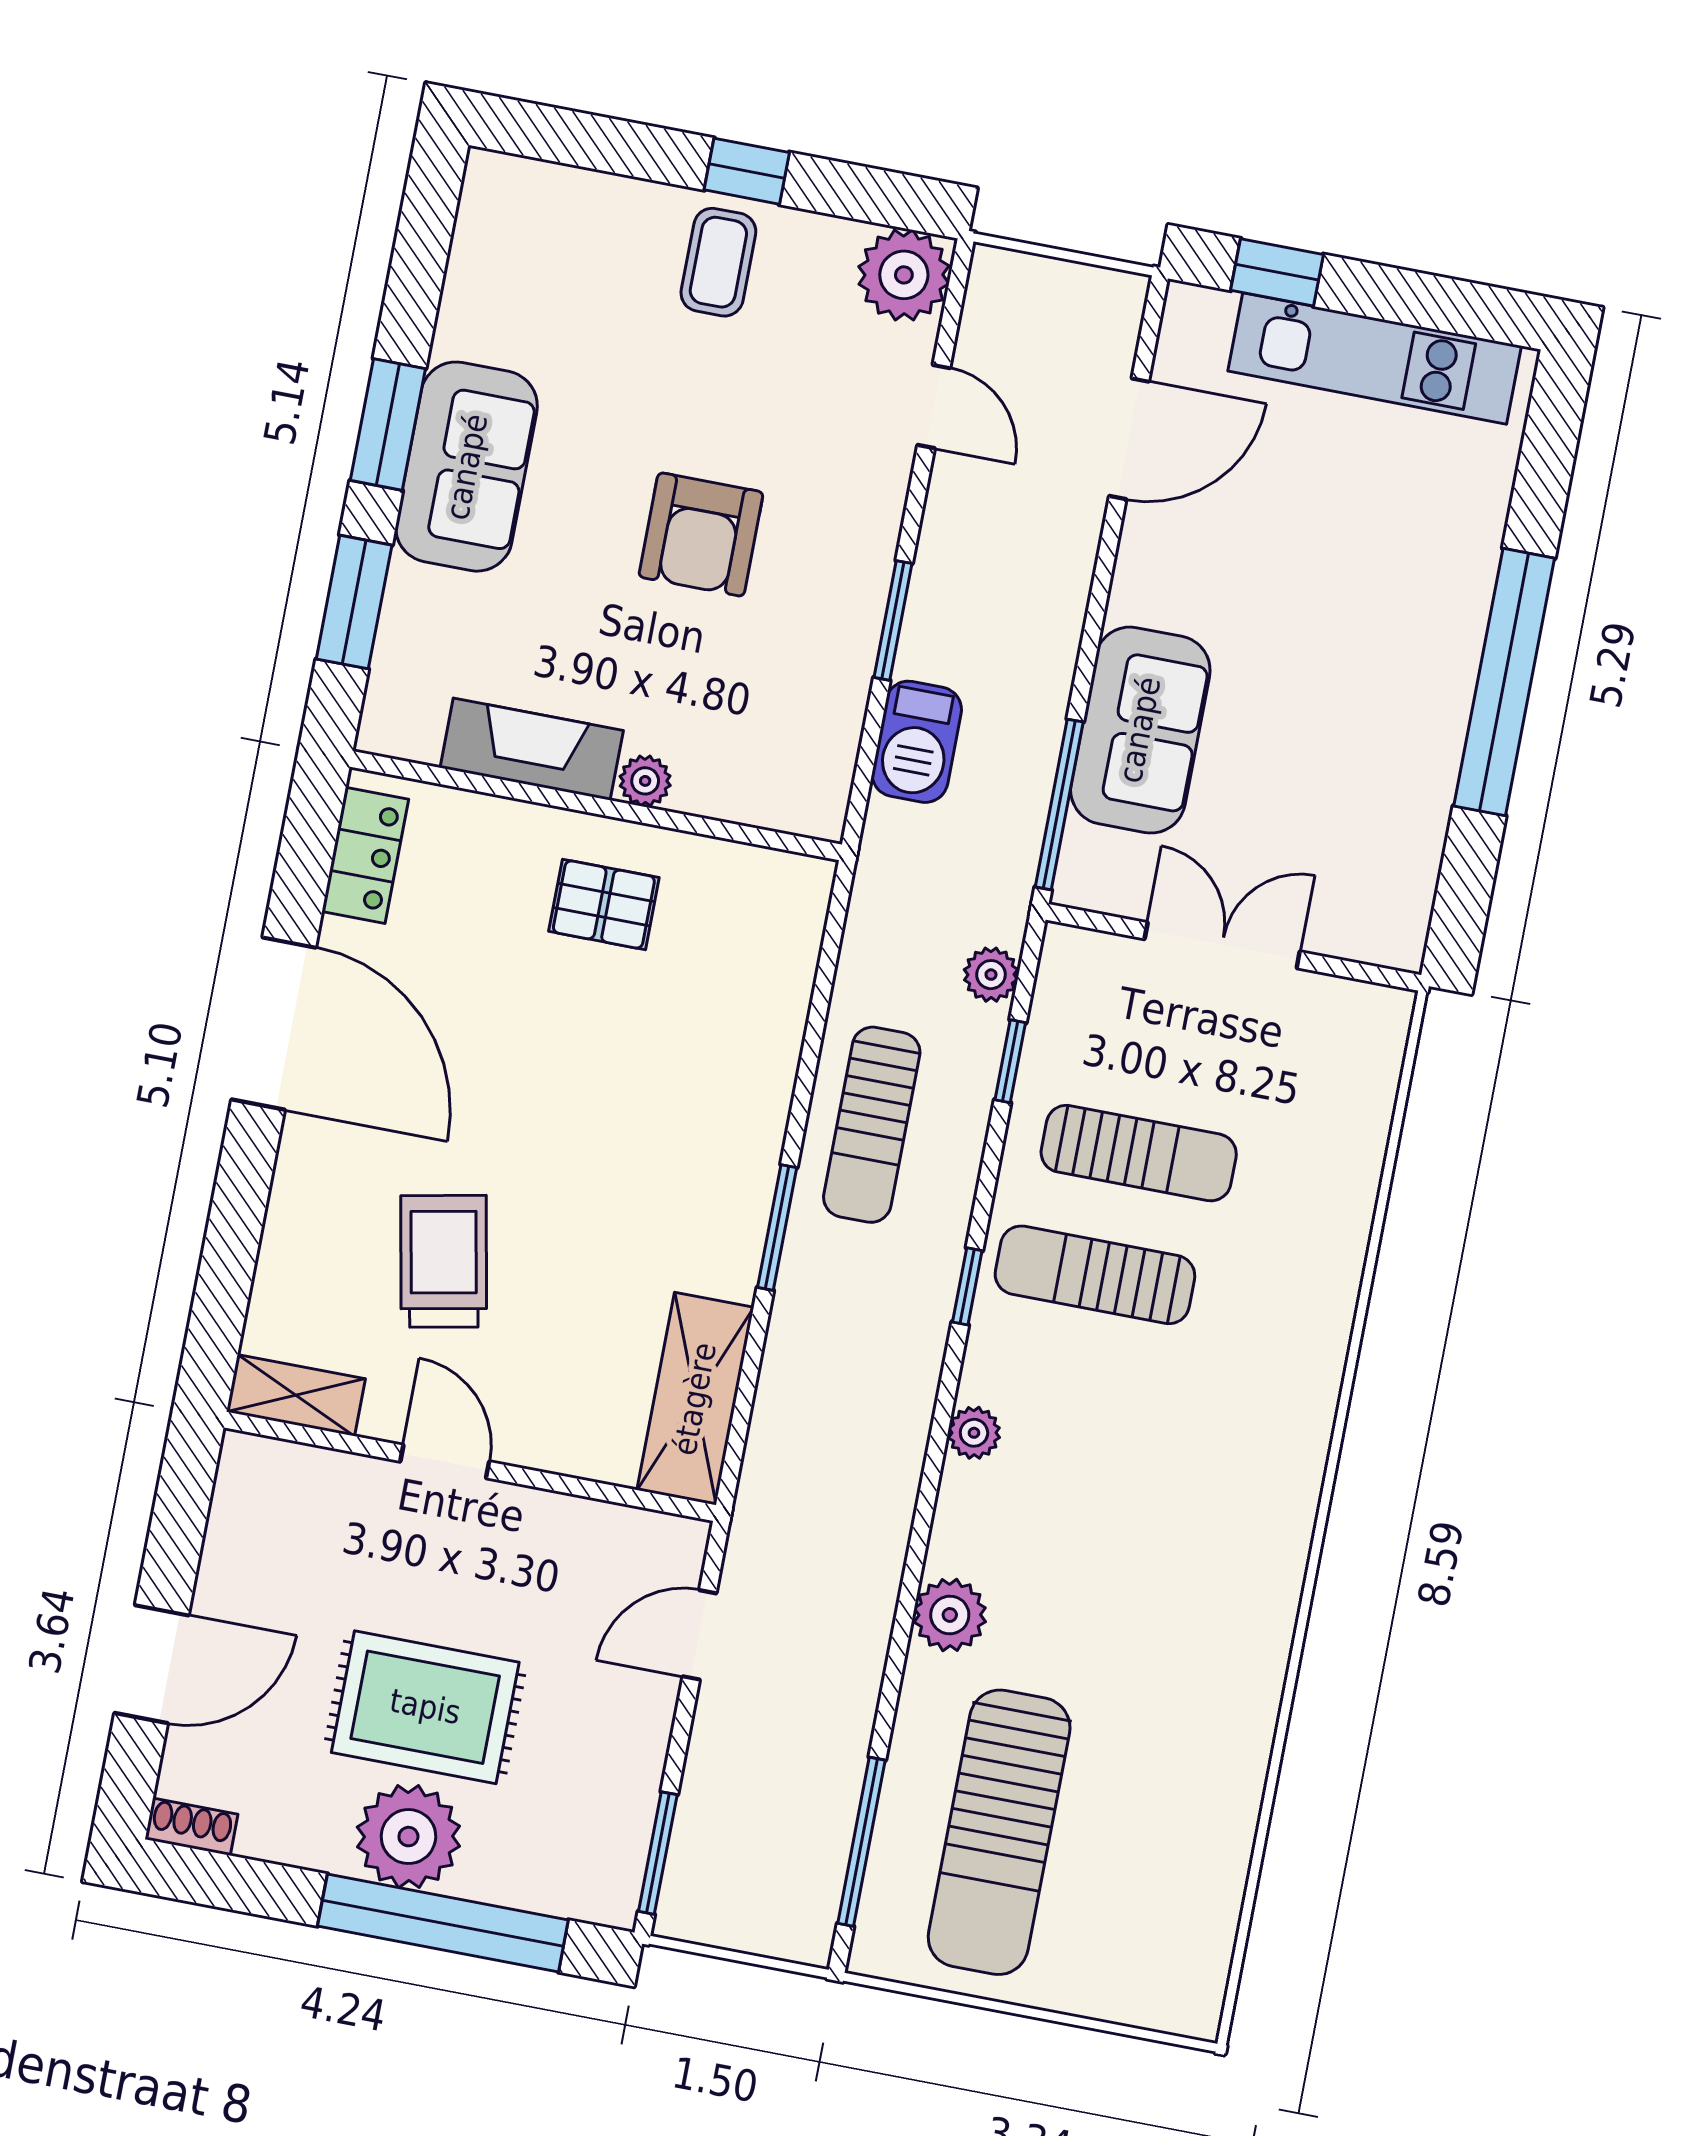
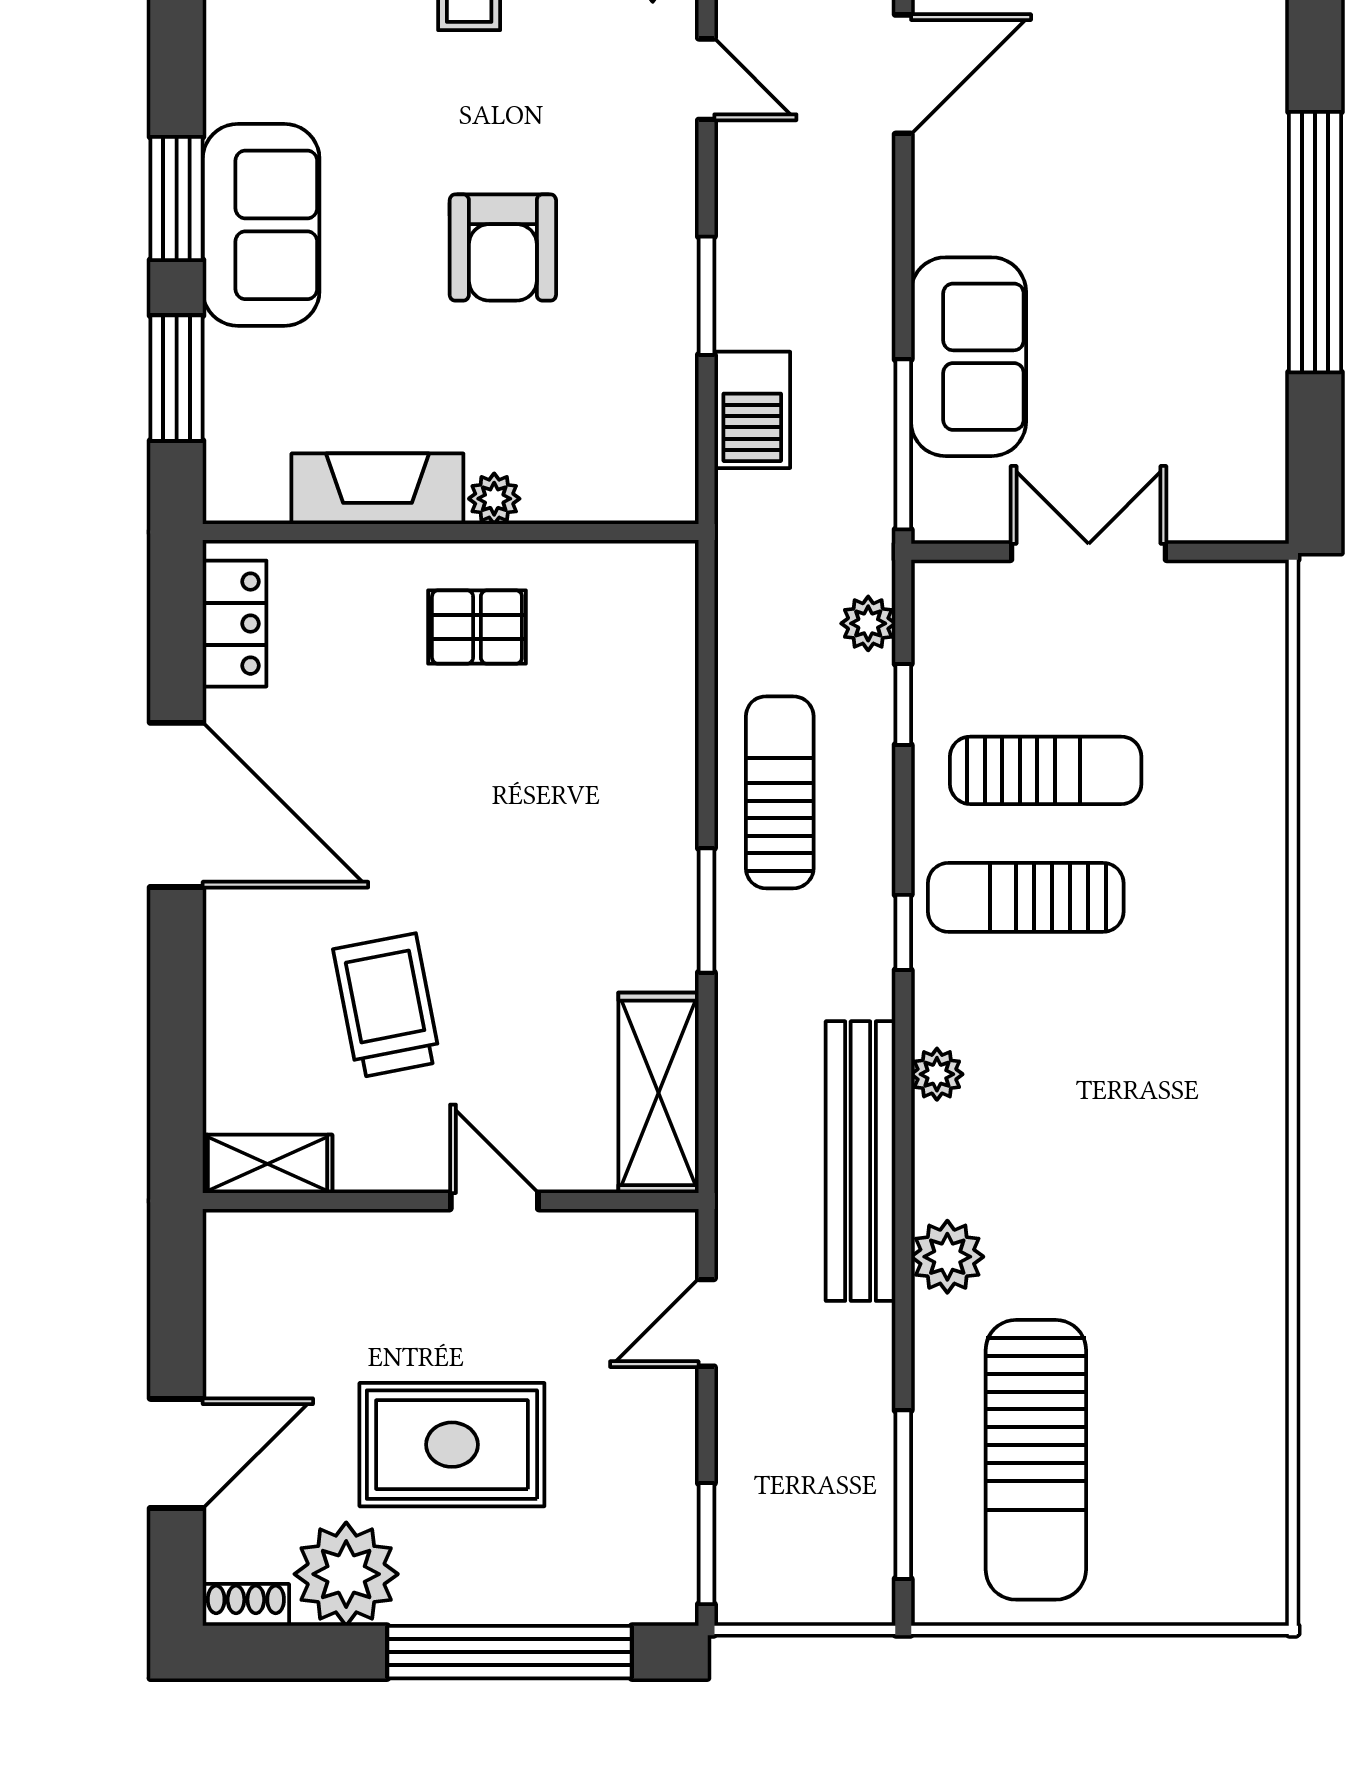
sun lounger: (872, 1125) -> (780, 792), turned 180
door: (445, 1462) -> (494, 1201), moved
bench: (882, 1504) -> (860, 1161), added
plant: (408, 1837) -> (346, 1574), moved

